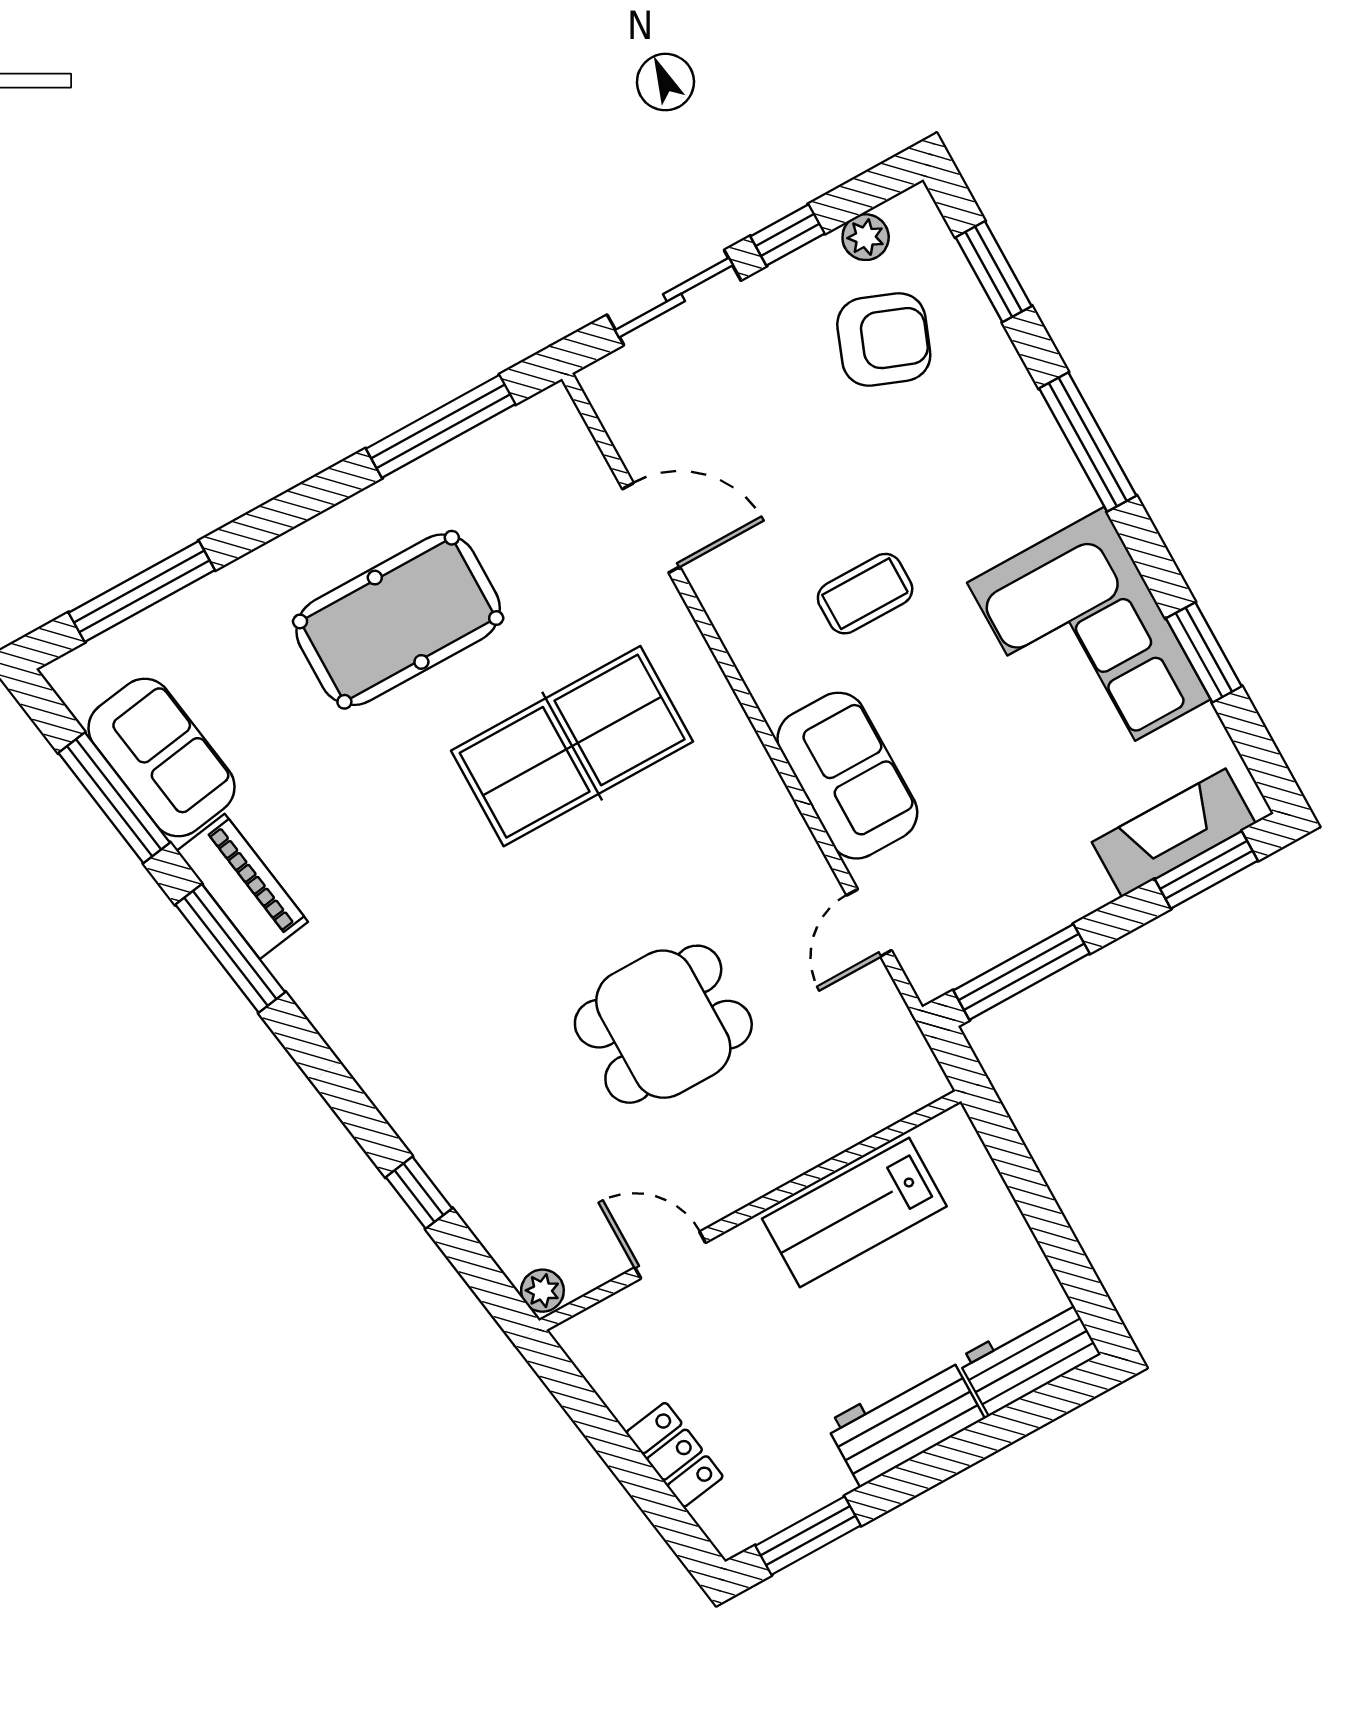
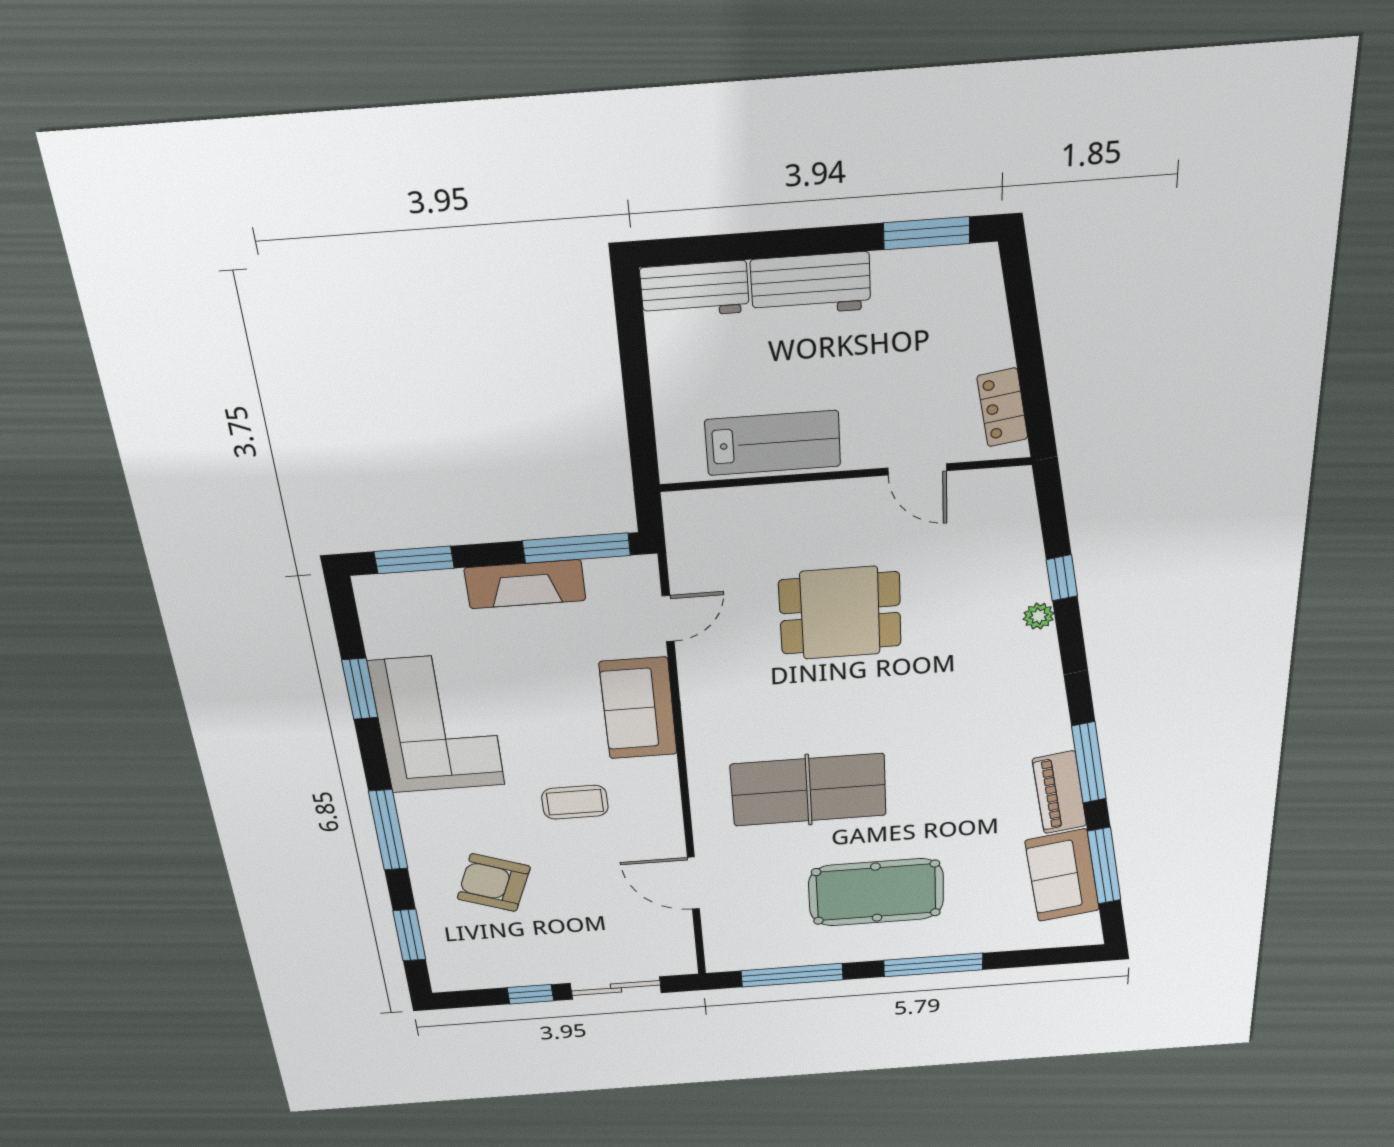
plant: (866, 237) -> (482, 978), removed
armchair: (884, 340) -> (494, 883), moved
window: (142, 591) -> (933, 965), moved
fireplace: (1174, 833) -> (525, 584), moved
plant: (542, 1291) -> (1039, 616), moved
locker: (675, 1455) -> (1002, 407), moved

